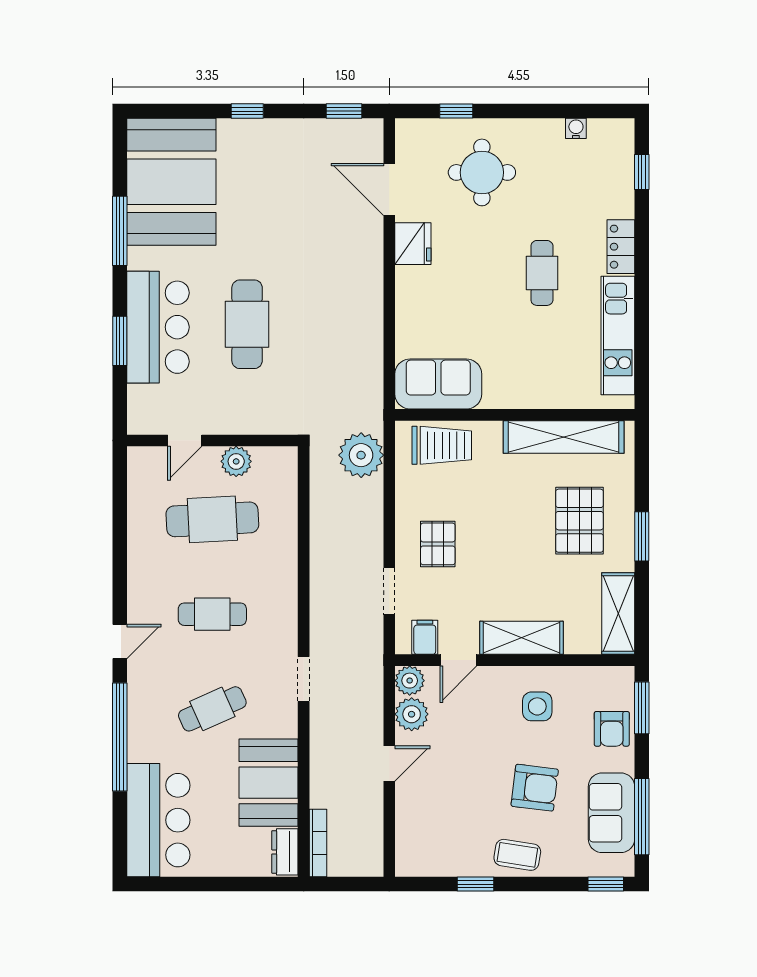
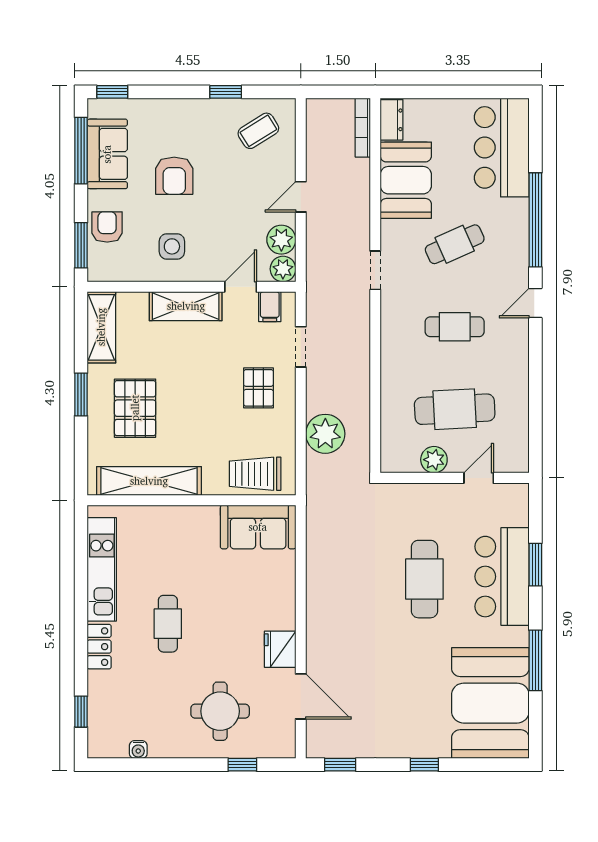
plant: (361, 455) -> (325, 434), moved
armchair: (535, 788) -> (174, 176), turned -97
coffee table: (517, 855) -> (258, 131), moved, turned -41

